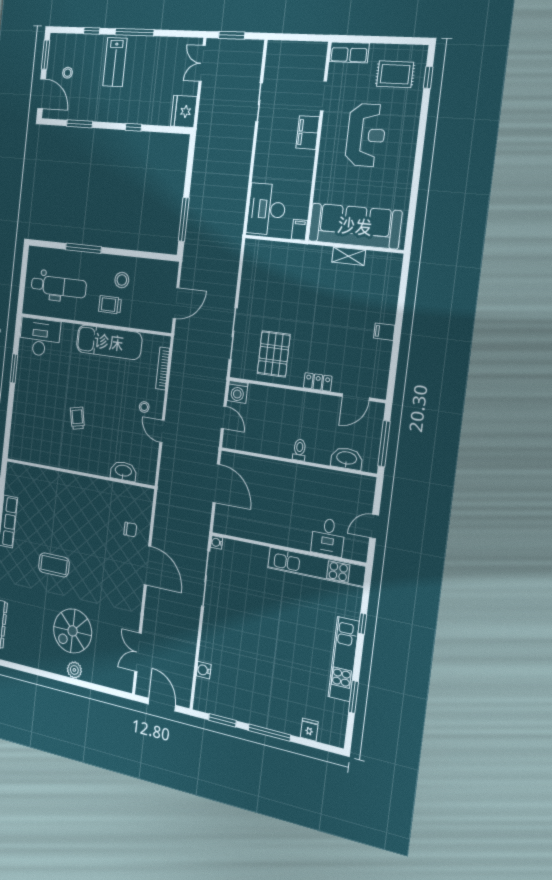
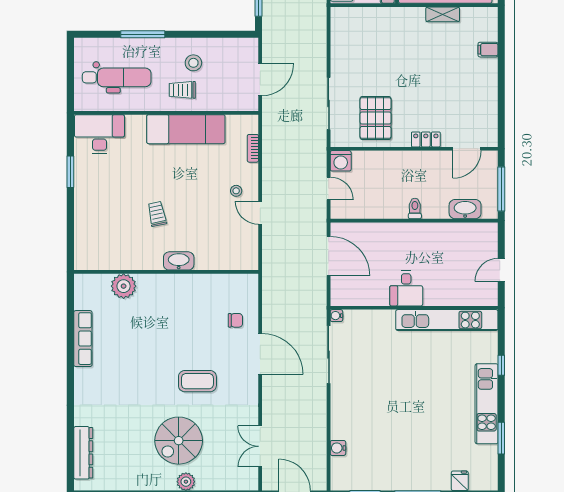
filing cabinet: (384, 332) -> (488, 50), moved
bookcase: (163, 368) -> (253, 148), width x0.64
washbasin: (123, 471) -> (179, 261), moved
plant: (44, 480) -> (124, 286), added
desk: (328, 537) -> (406, 288), moved
coffee table: (54, 565) -> (197, 381), moved

